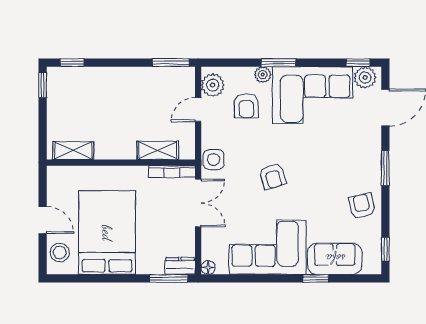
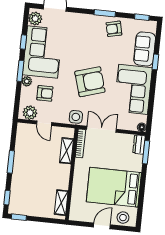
window: (171, 63) -> (11, 162), moved
window: (358, 63) -> (23, 42), moved
window: (385, 168) -> (105, 13), moved
armchair: (273, 176) -> (90, 82), width x1.88, depth x1.88

